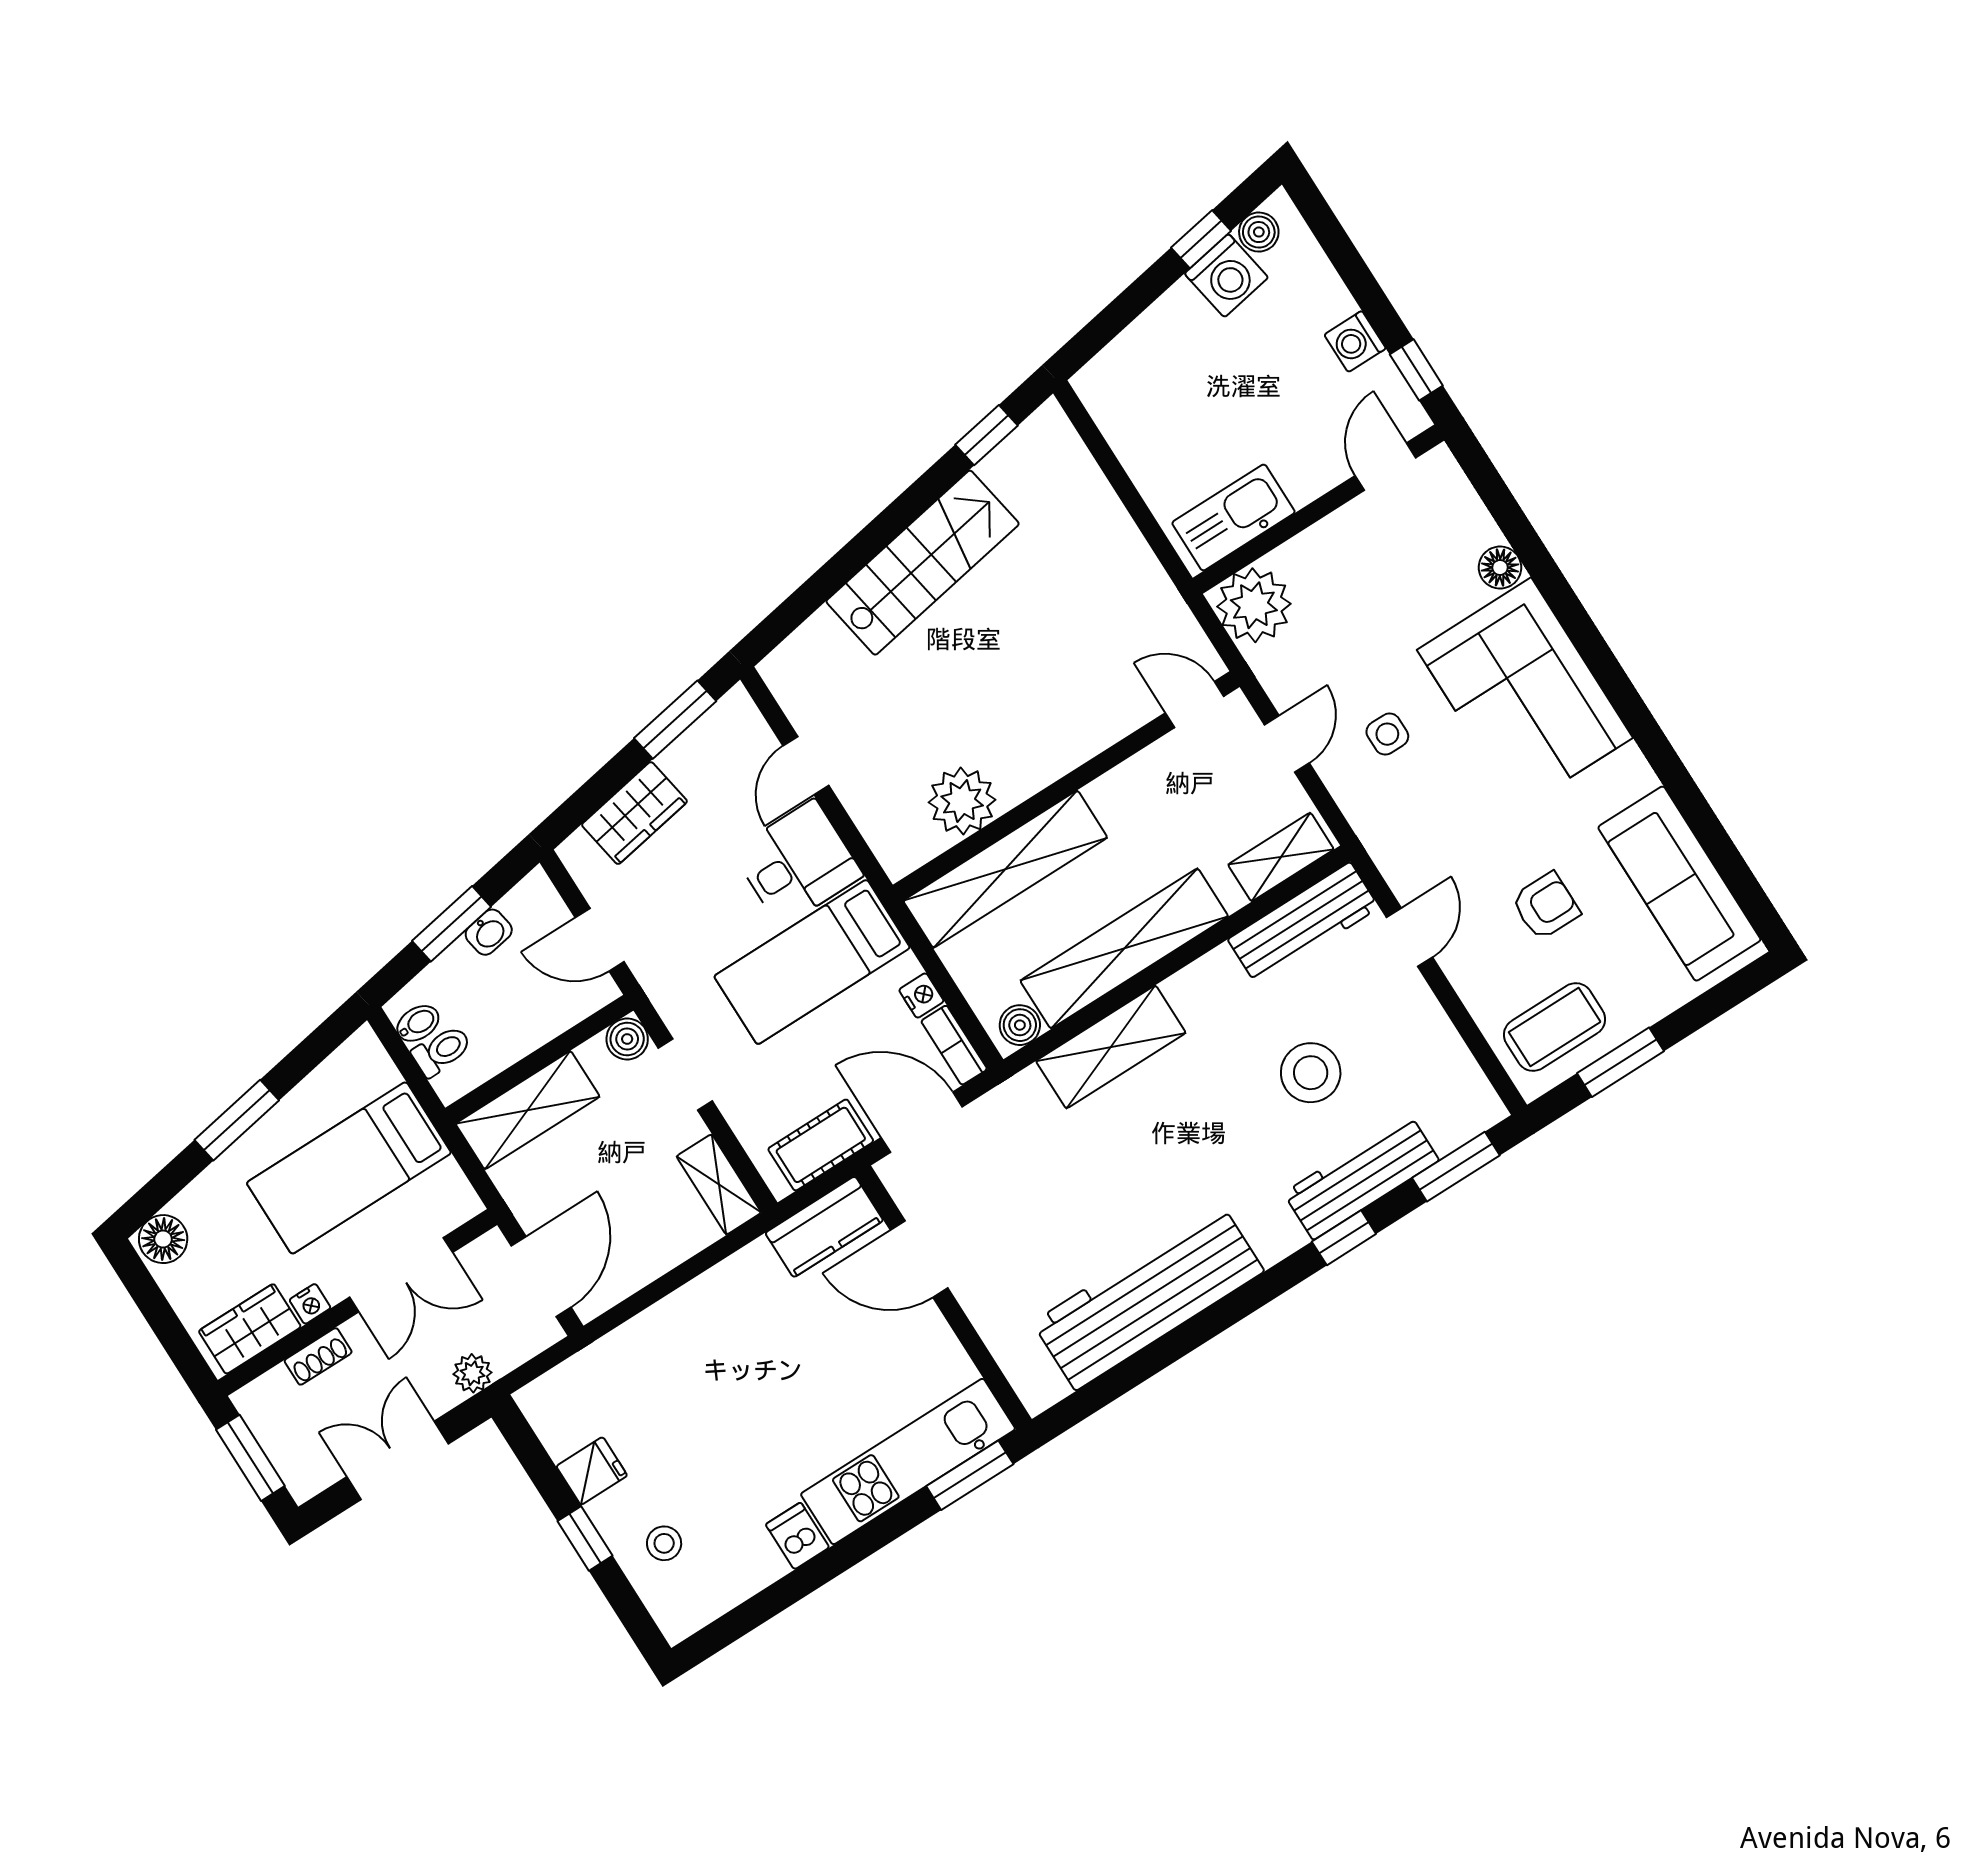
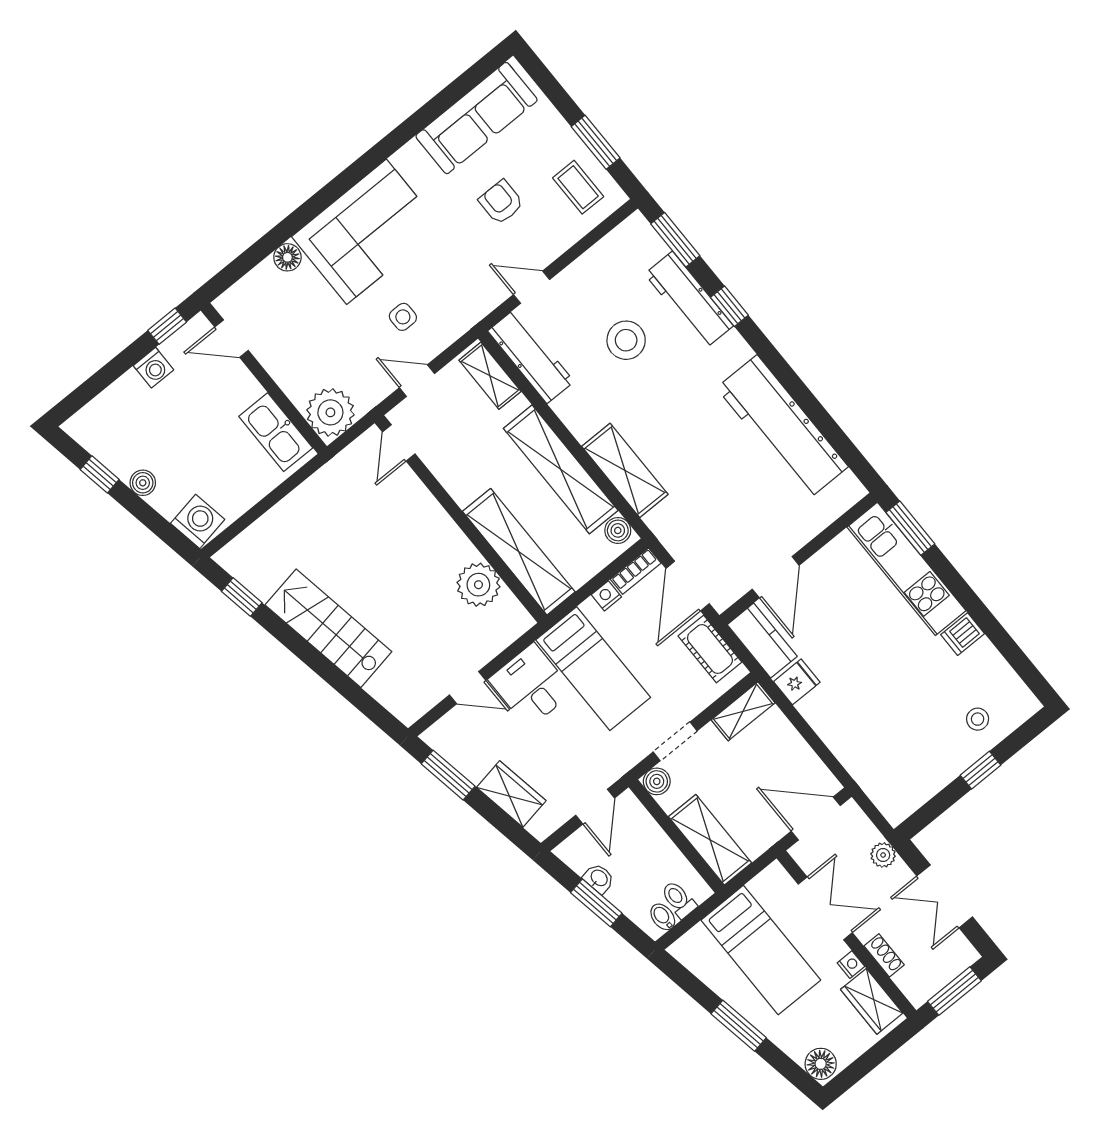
boiler: (1259, 232) -> (143, 483), moved
washing machine: (1226, 276) -> (198, 521), moved
coffee table: (1555, 1027) -> (578, 187), width x0.73, depth x0.77
fridge: (592, 1471) -> (797, 682), moved, turned 90

